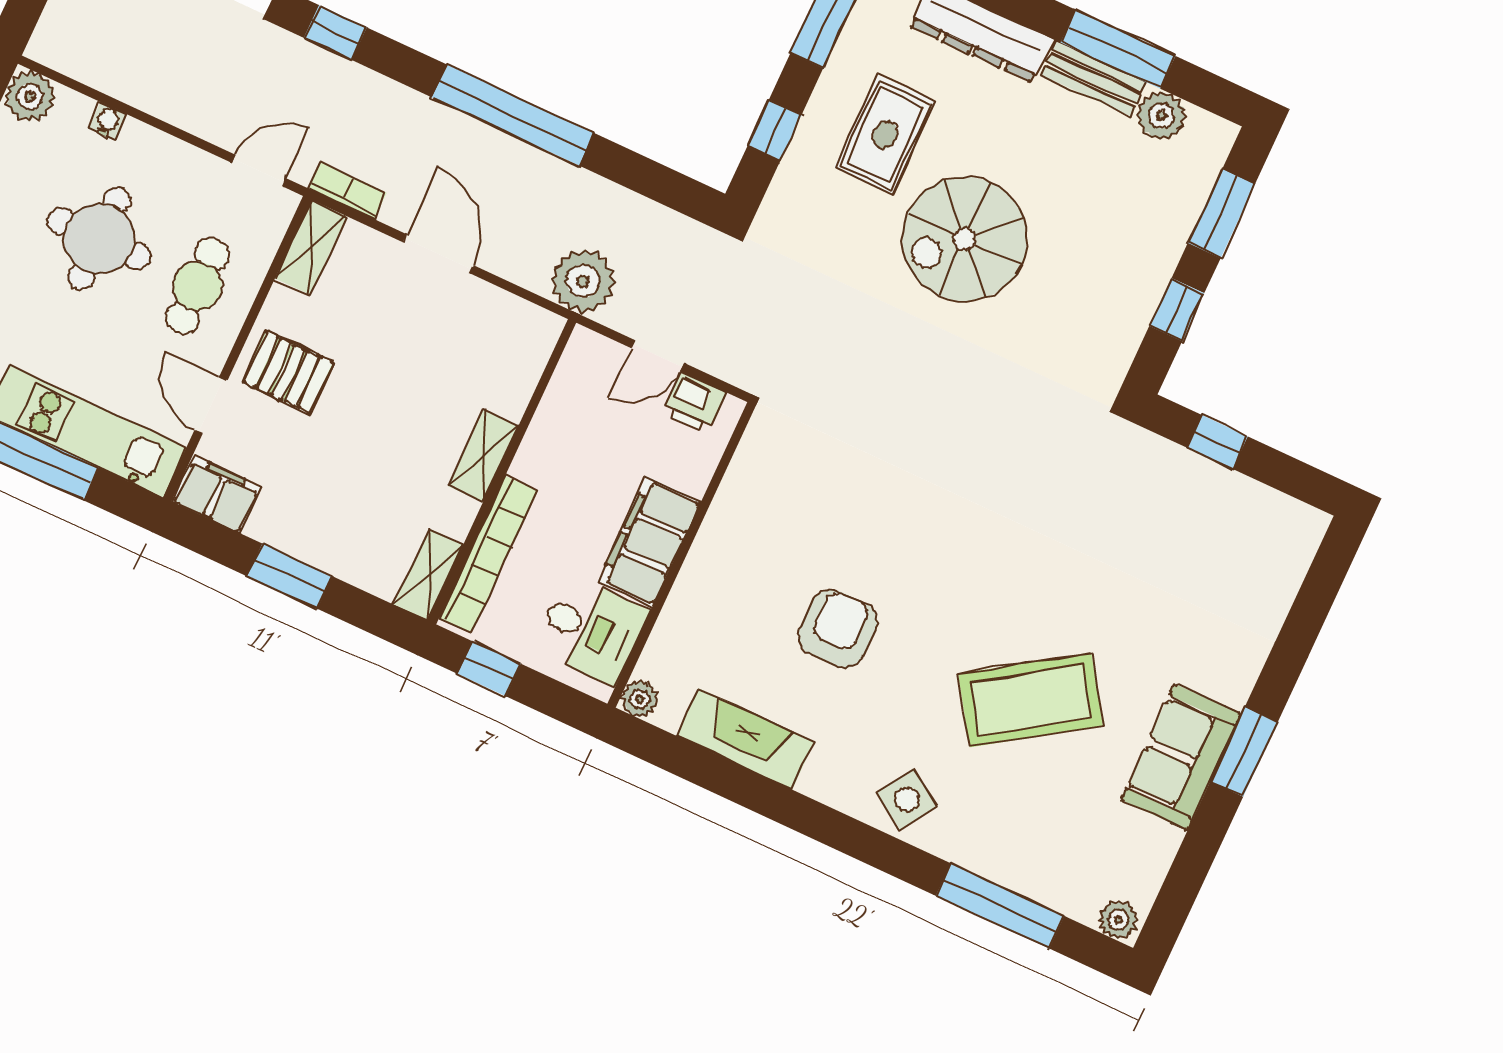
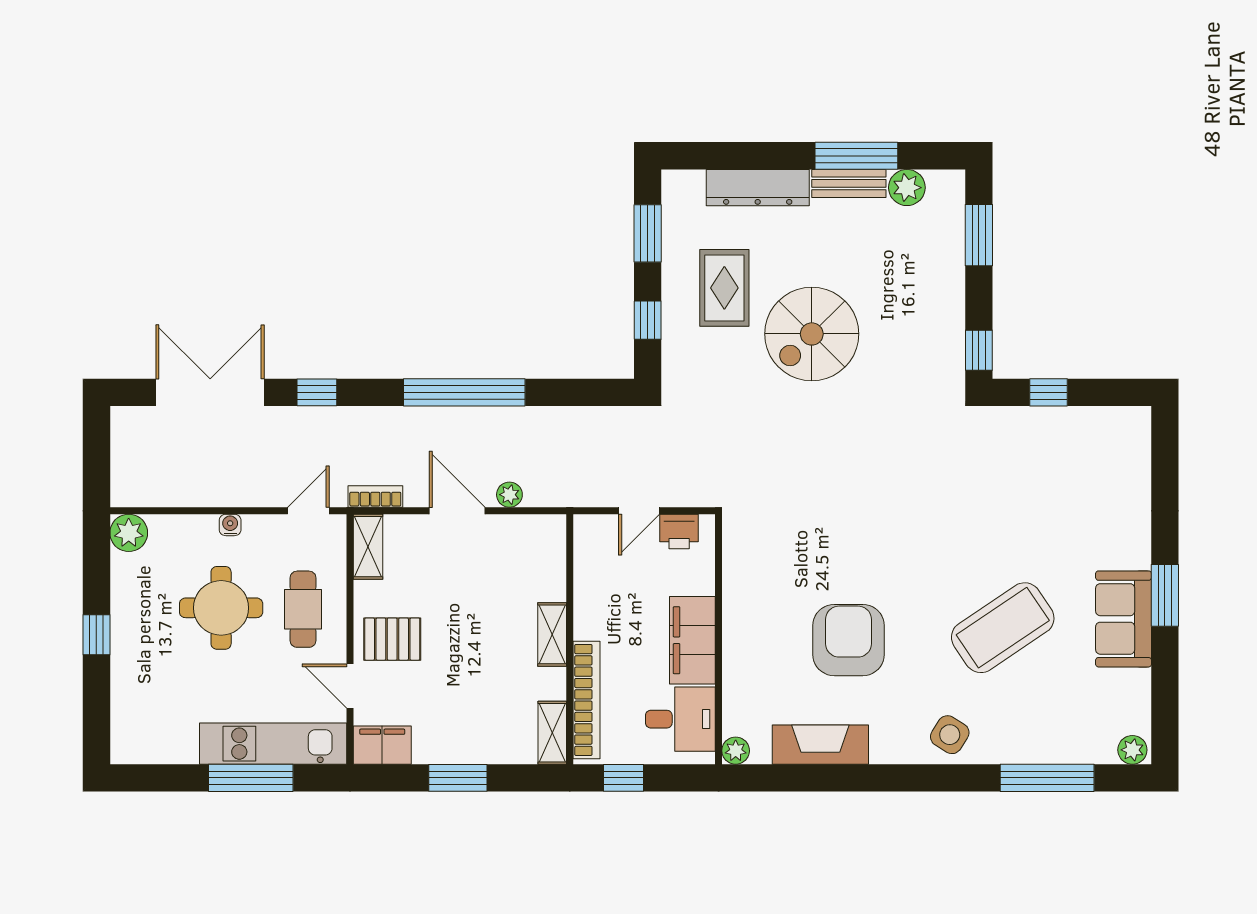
water cooler: (108, 121) -> (230, 525), moved
plant: (583, 281) -> (509, 495), moved, width x0.53, depth x0.53
window: (1177, 310) -> (979, 350), moved
armchair: (838, 629) -> (849, 640), width x1.36, depth x1.36

